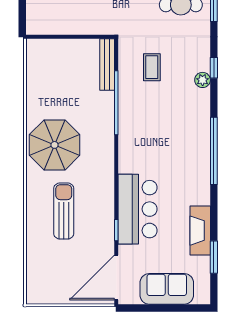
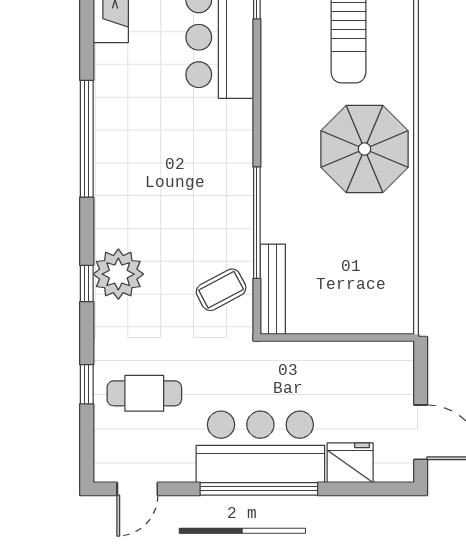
coffee table: (152, 67) -> (221, 290), moved, turned 62
plant: (203, 80) -> (118, 274), width x1.88, depth x1.88

